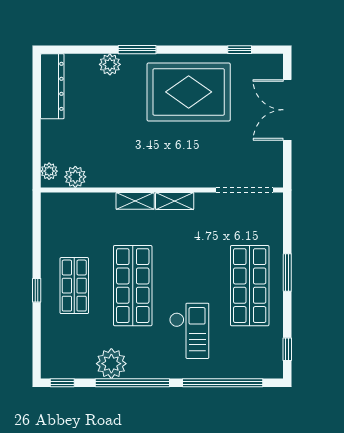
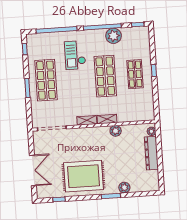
dresser: (52, 86) -> (151, 153), moved
plant: (75, 177) -> (116, 131), moved

